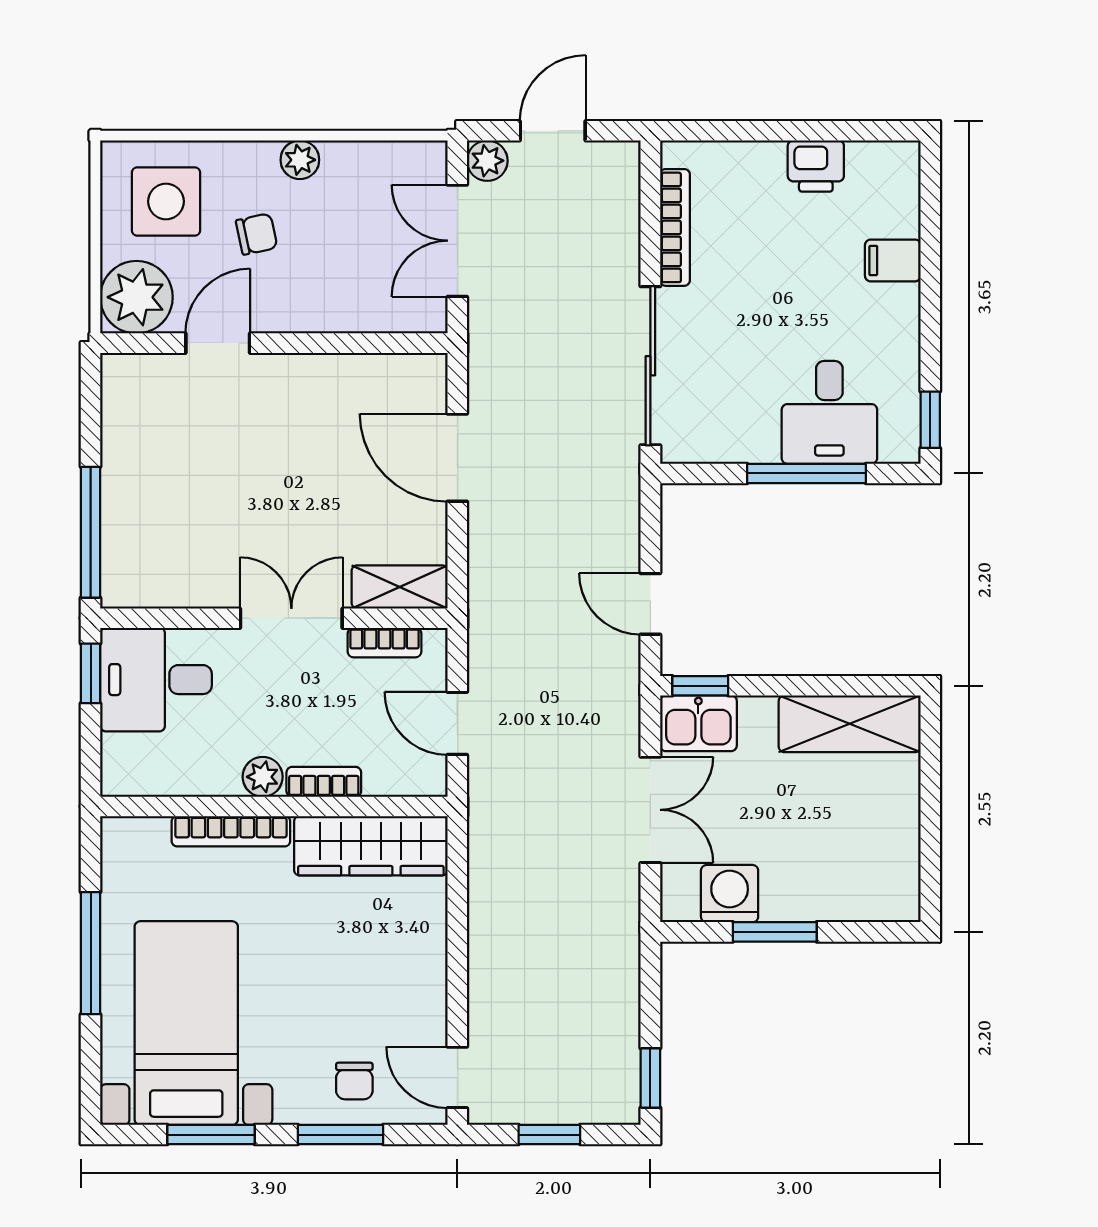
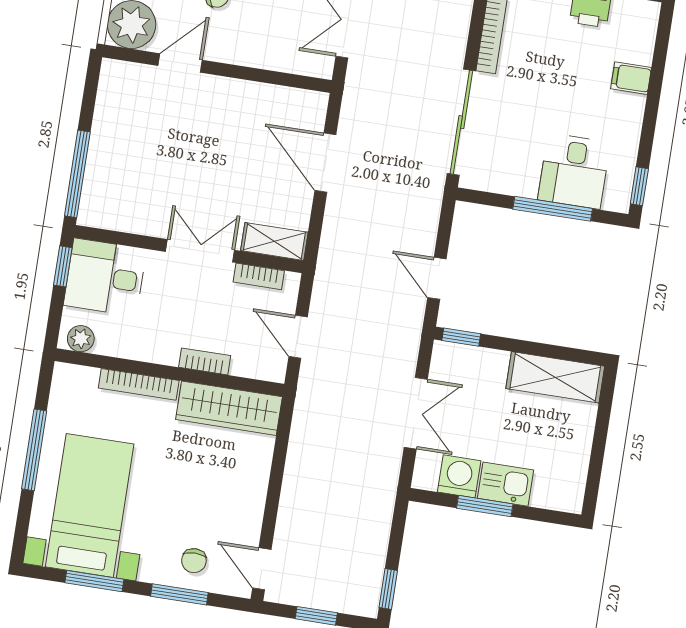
kitchen sink: (698, 723) -> (505, 484), moved, turned 180
plant: (263, 777) -> (81, 339), moved

